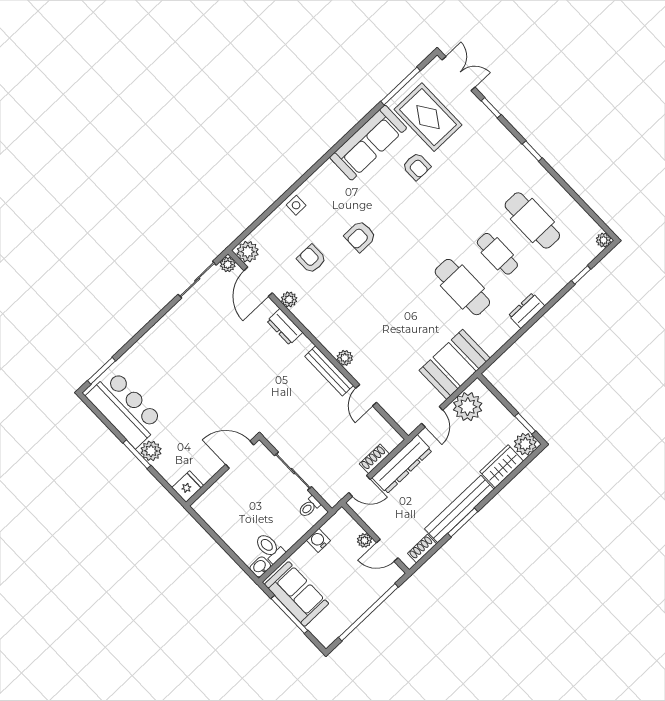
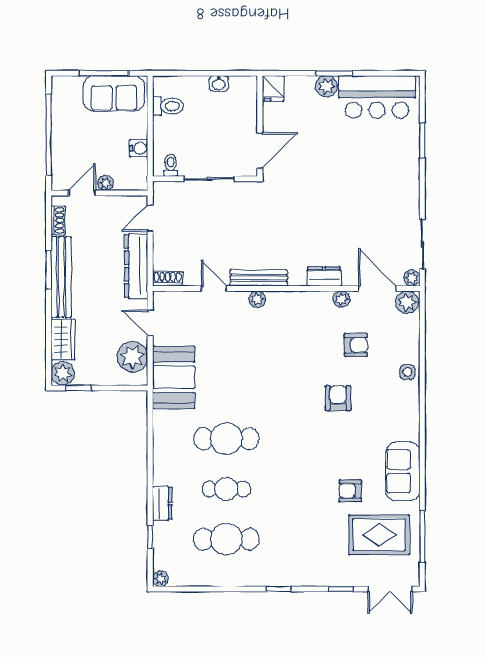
sofa: (368, 143) -> (403, 471), width x0.73
dresser: (527, 311) -> (162, 503), moved
window: (102, 371) -> (422, 140), moved
shoe rack: (374, 459) -> (168, 279), moved, turned -90
washbasin: (260, 567) -> (219, 83), moved, turned 90

